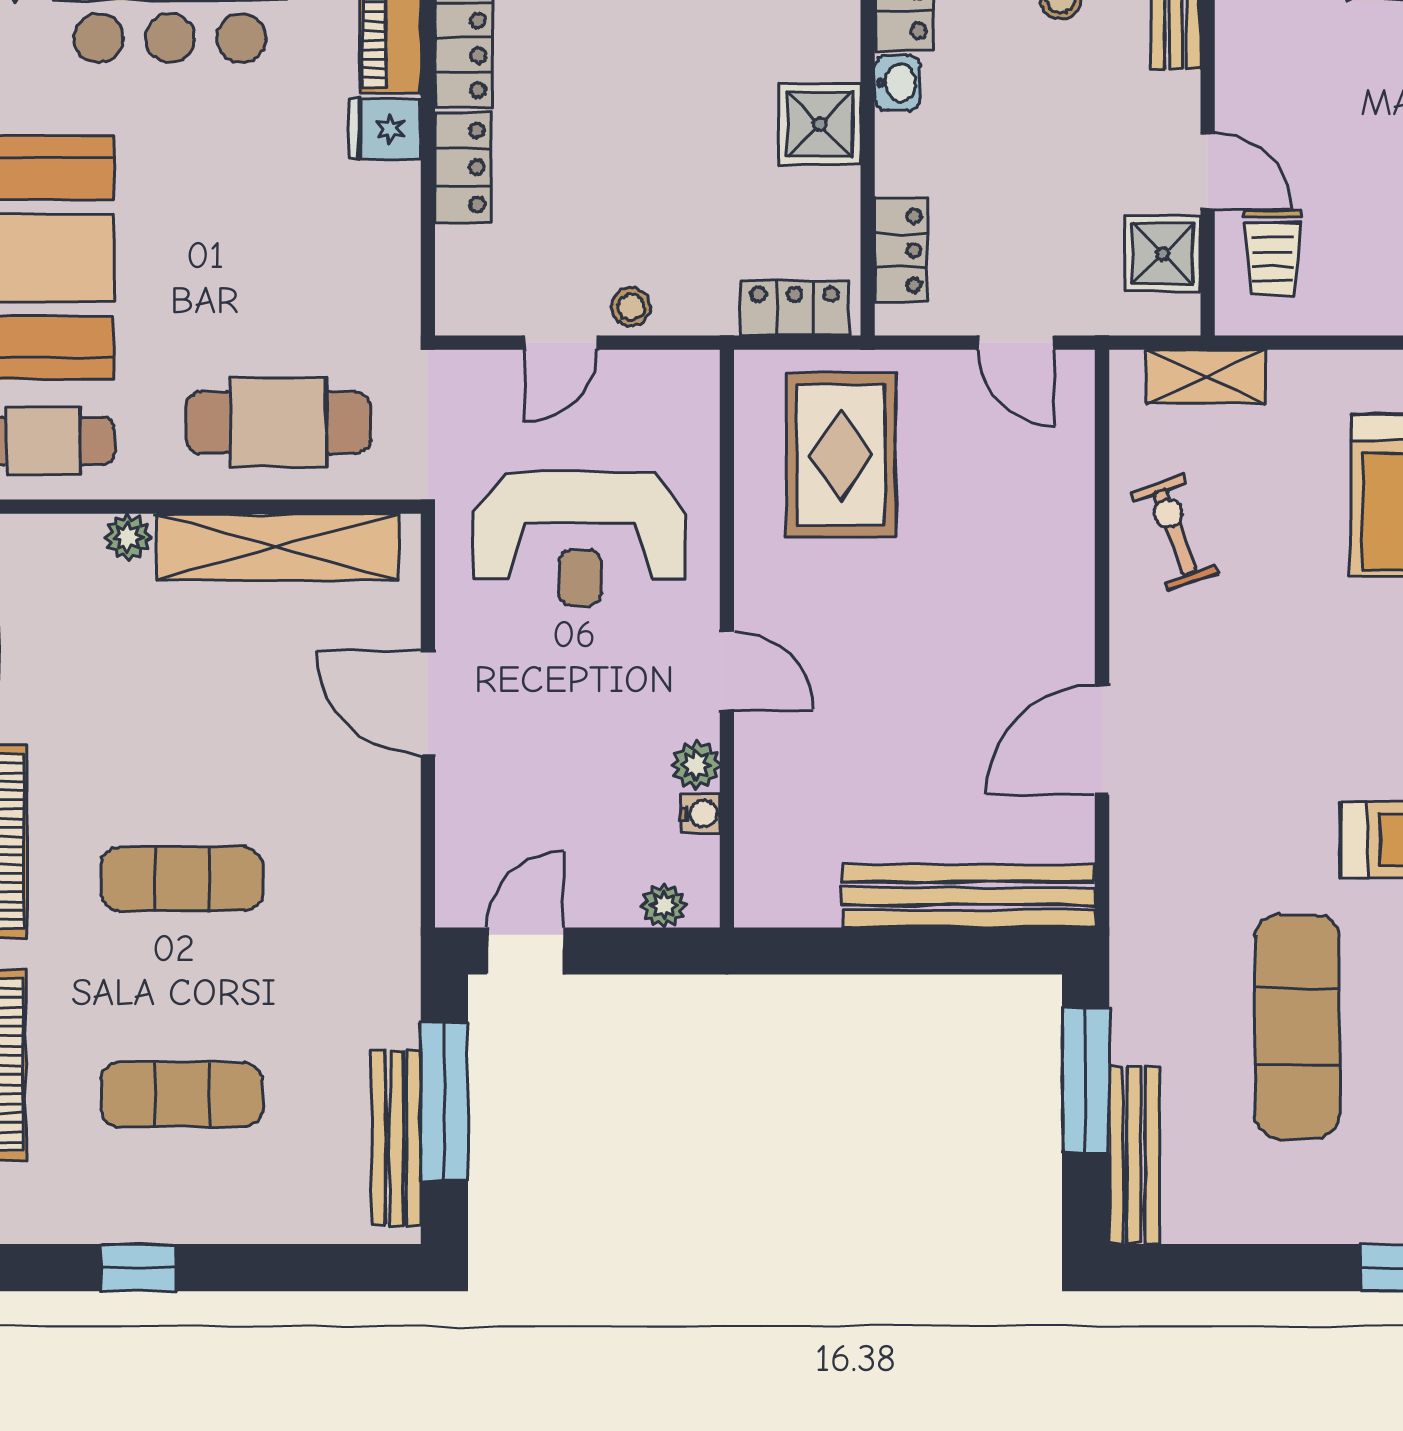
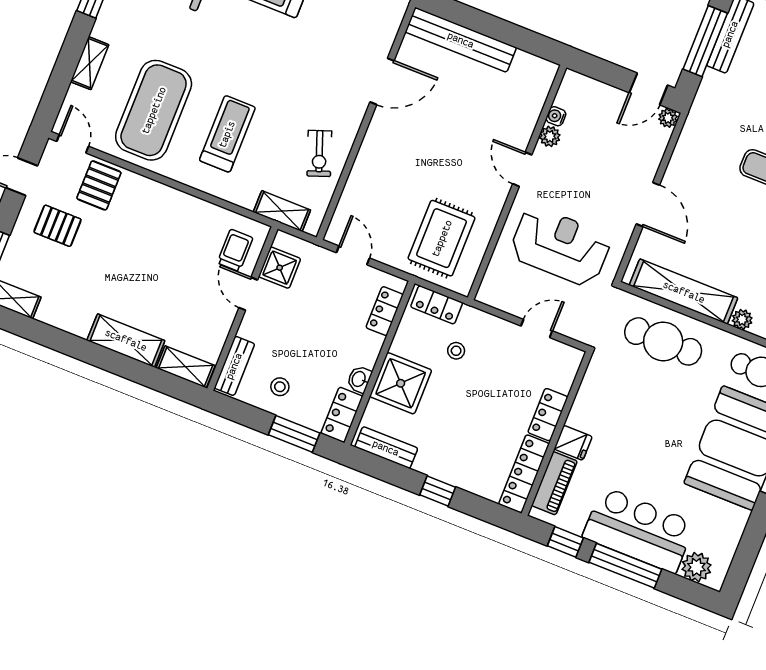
shower: (820, 124) -> (401, 383), width x1.36, depth x1.36
stool: (631, 307) -> (456, 351), moved
plant: (664, 906) -> (668, 118), moved

